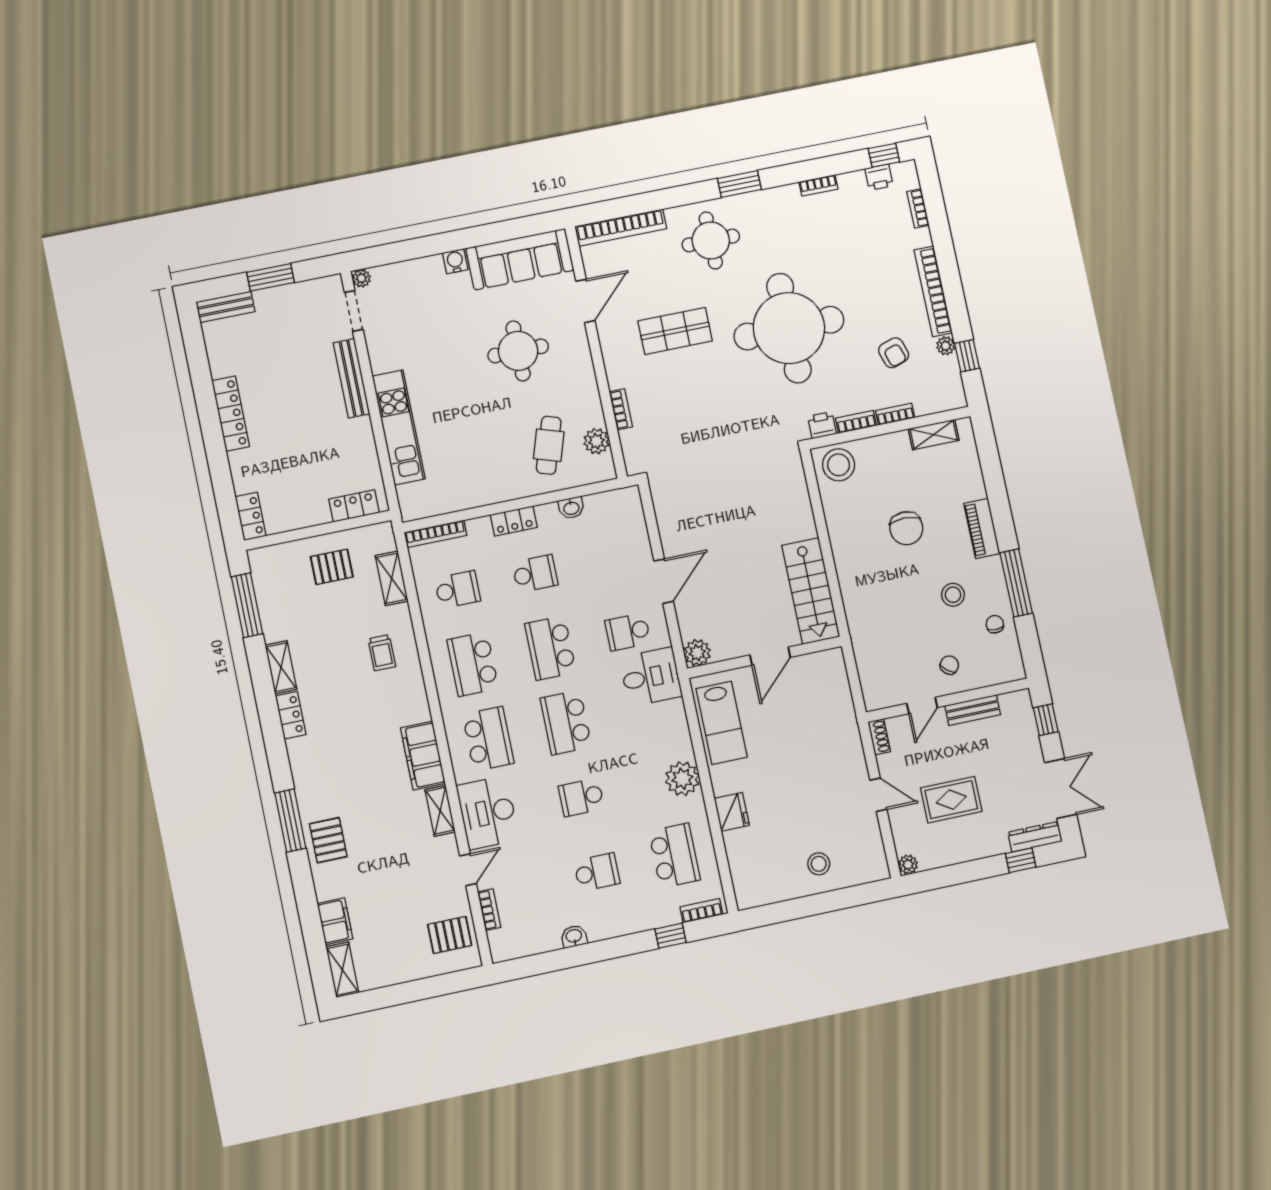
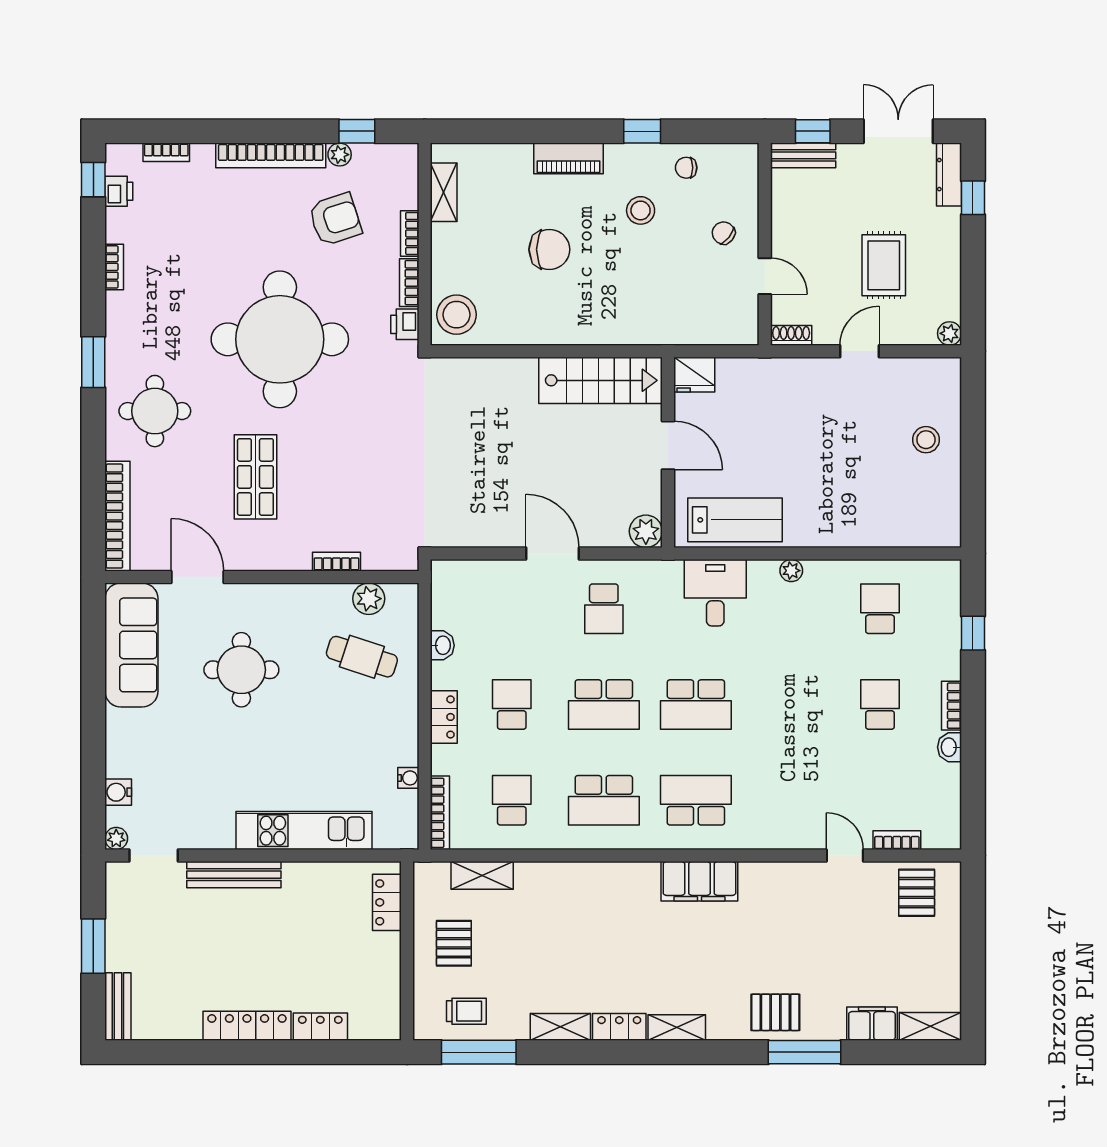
water cooler: (455, 261) -> (118, 792), moved
armchair: (894, 353) -> (335, 219), width x1.38, depth x1.38
water cooler: (458, 503) -> (408, 778), added
locker: (251, 516) -> (320, 1027), moved
window: (1016, 583) -> (642, 131), width x0.46
trolley: (382, 653) -> (466, 1011), moved
desk: (651, 677) -> (715, 593), moved
bench: (973, 710) -> (803, 155), moved, turned 90
plant: (682, 779) -> (791, 571), width x0.53, depth x0.53
school desk: (581, 797) -> (788, 705), removed
shelving: (440, 811) -> (677, 1027), moved
fridge: (732, 812) -> (694, 375), moved, turned 180
desk: (488, 813) -> (783, 819), removed
window: (290, 821) -> (804, 1052), moved
school desk: (674, 856) -> (880, 609), width x0.54
bookcase: (701, 911) -> (951, 706), moved

